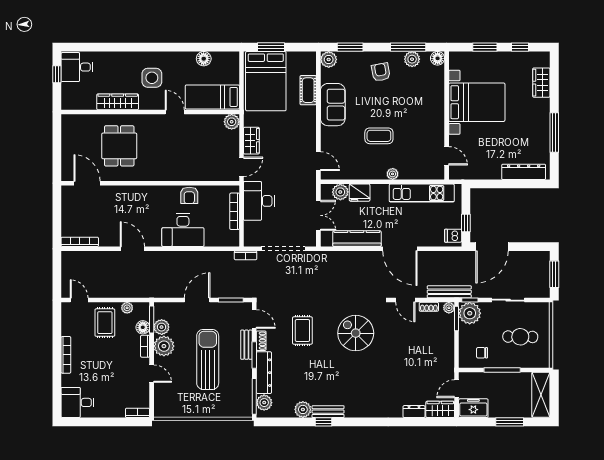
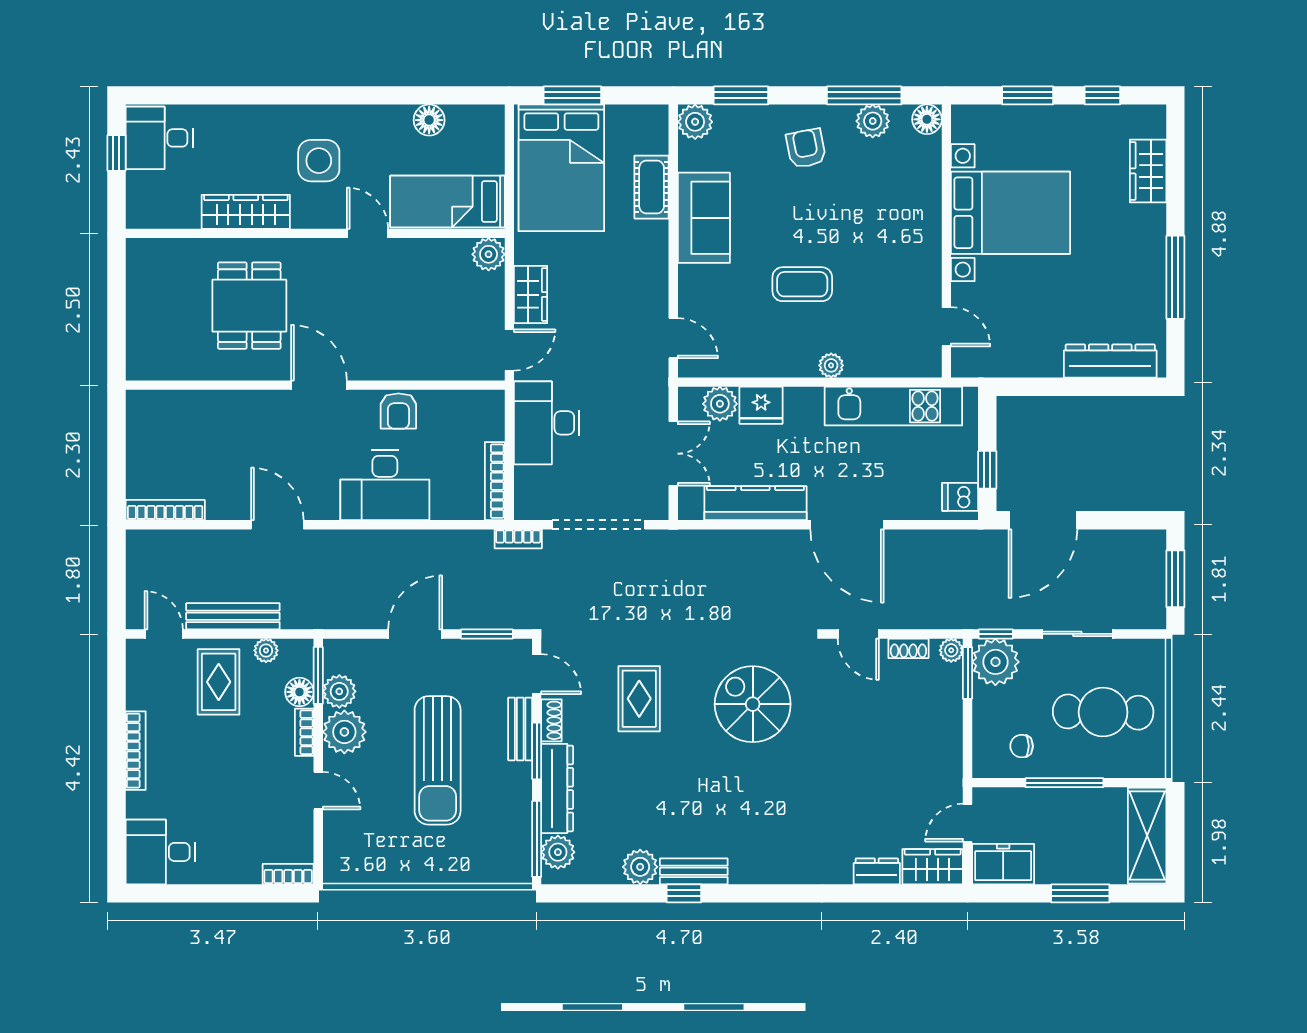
door: (87, 183) -> (319, 385), moved
bookcase: (235, 211) -> (495, 481), moved
bench: (449, 292) -> (233, 616), moved
cafe table: (520, 337) -> (1103, 712), width x1.37, depth x1.35
sun lounger: (208, 359) -> (438, 760), turned 180

